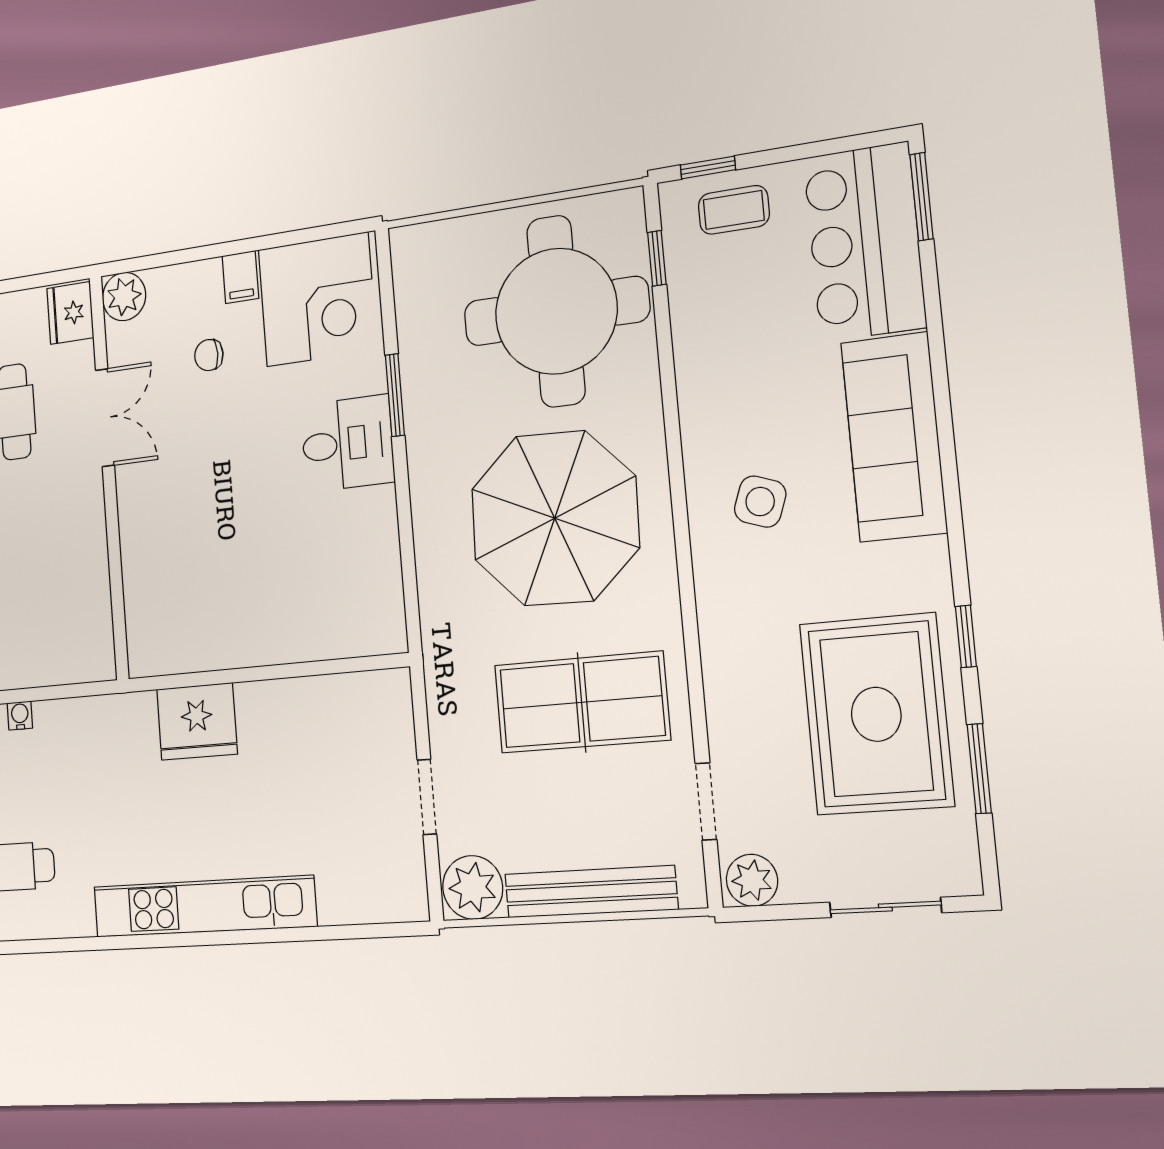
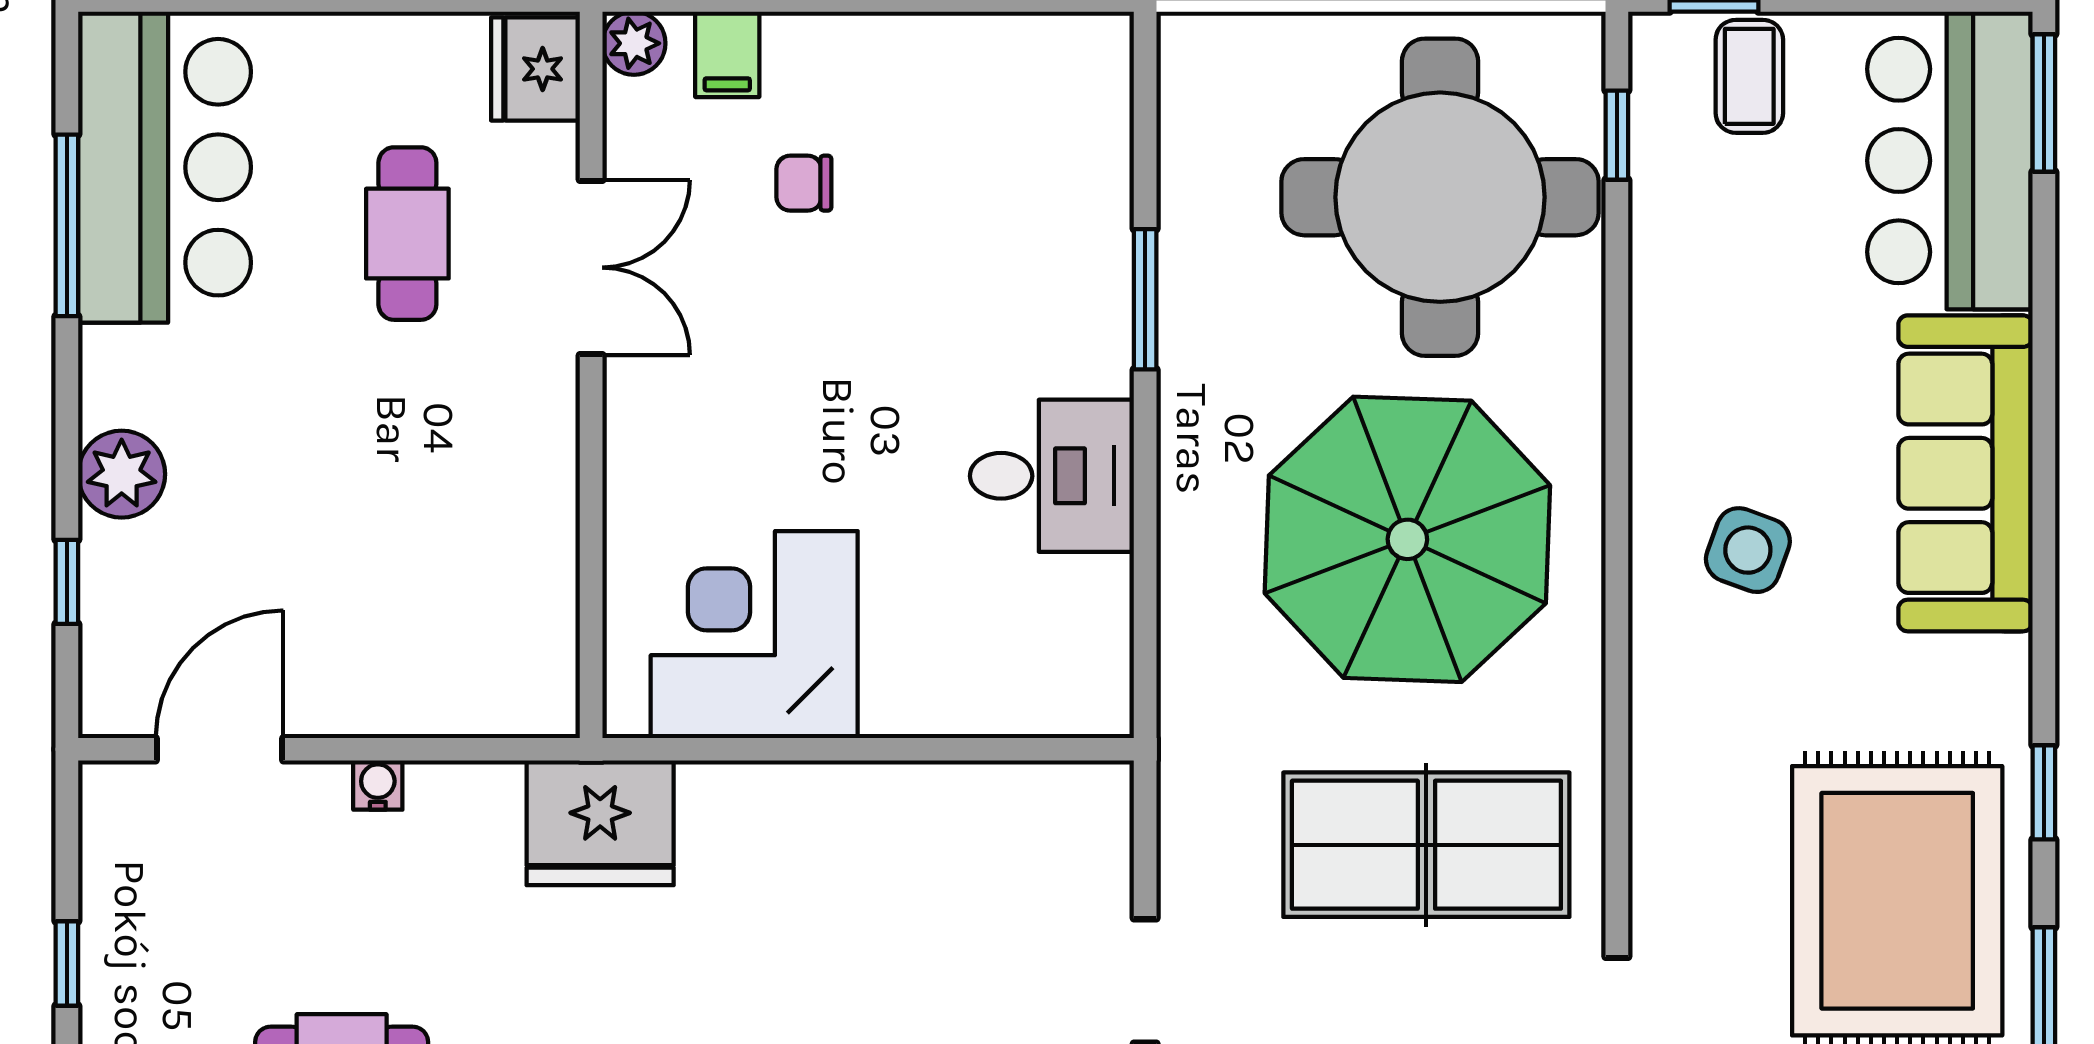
coffee table: (734, 210) -> (1749, 76), turned 90
filing cabinet: (240, 277) -> (727, 54), moved
plant: (124, 297) -> (634, 43), width x0.73, depth x0.73
corner desk: (317, 299) -> (754, 635), moved, turned 180
desk: (347, 444) -> (1052, 476), moved
fridge: (197, 721) -> (600, 823), moved

